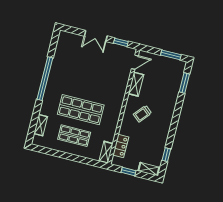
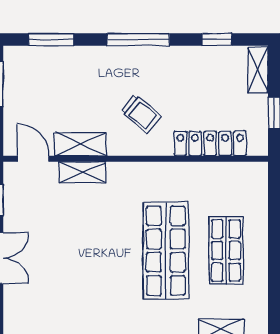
window: (175, 121) -> (138, 40), added
locker: (121, 146) -> (210, 143), width x1.53
shelving: (106, 152) -> (83, 172), moved

